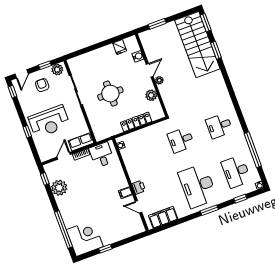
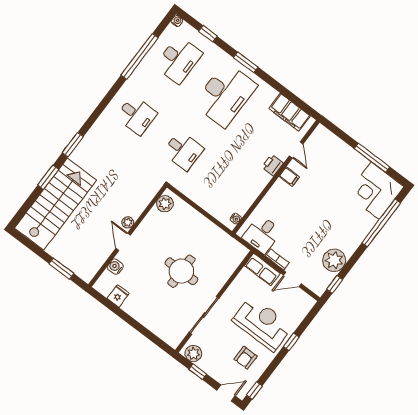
window: (206, 23) -> (73, 145), moved
door: (150, 70) -> (123, 242), hinge flipped
armchair: (42, 85) -> (246, 358), moved
plant: (151, 95) -> (165, 204), moved
locker: (136, 122) -> (196, 218), removed
window: (105, 249) -> (372, 158), width x2.17

